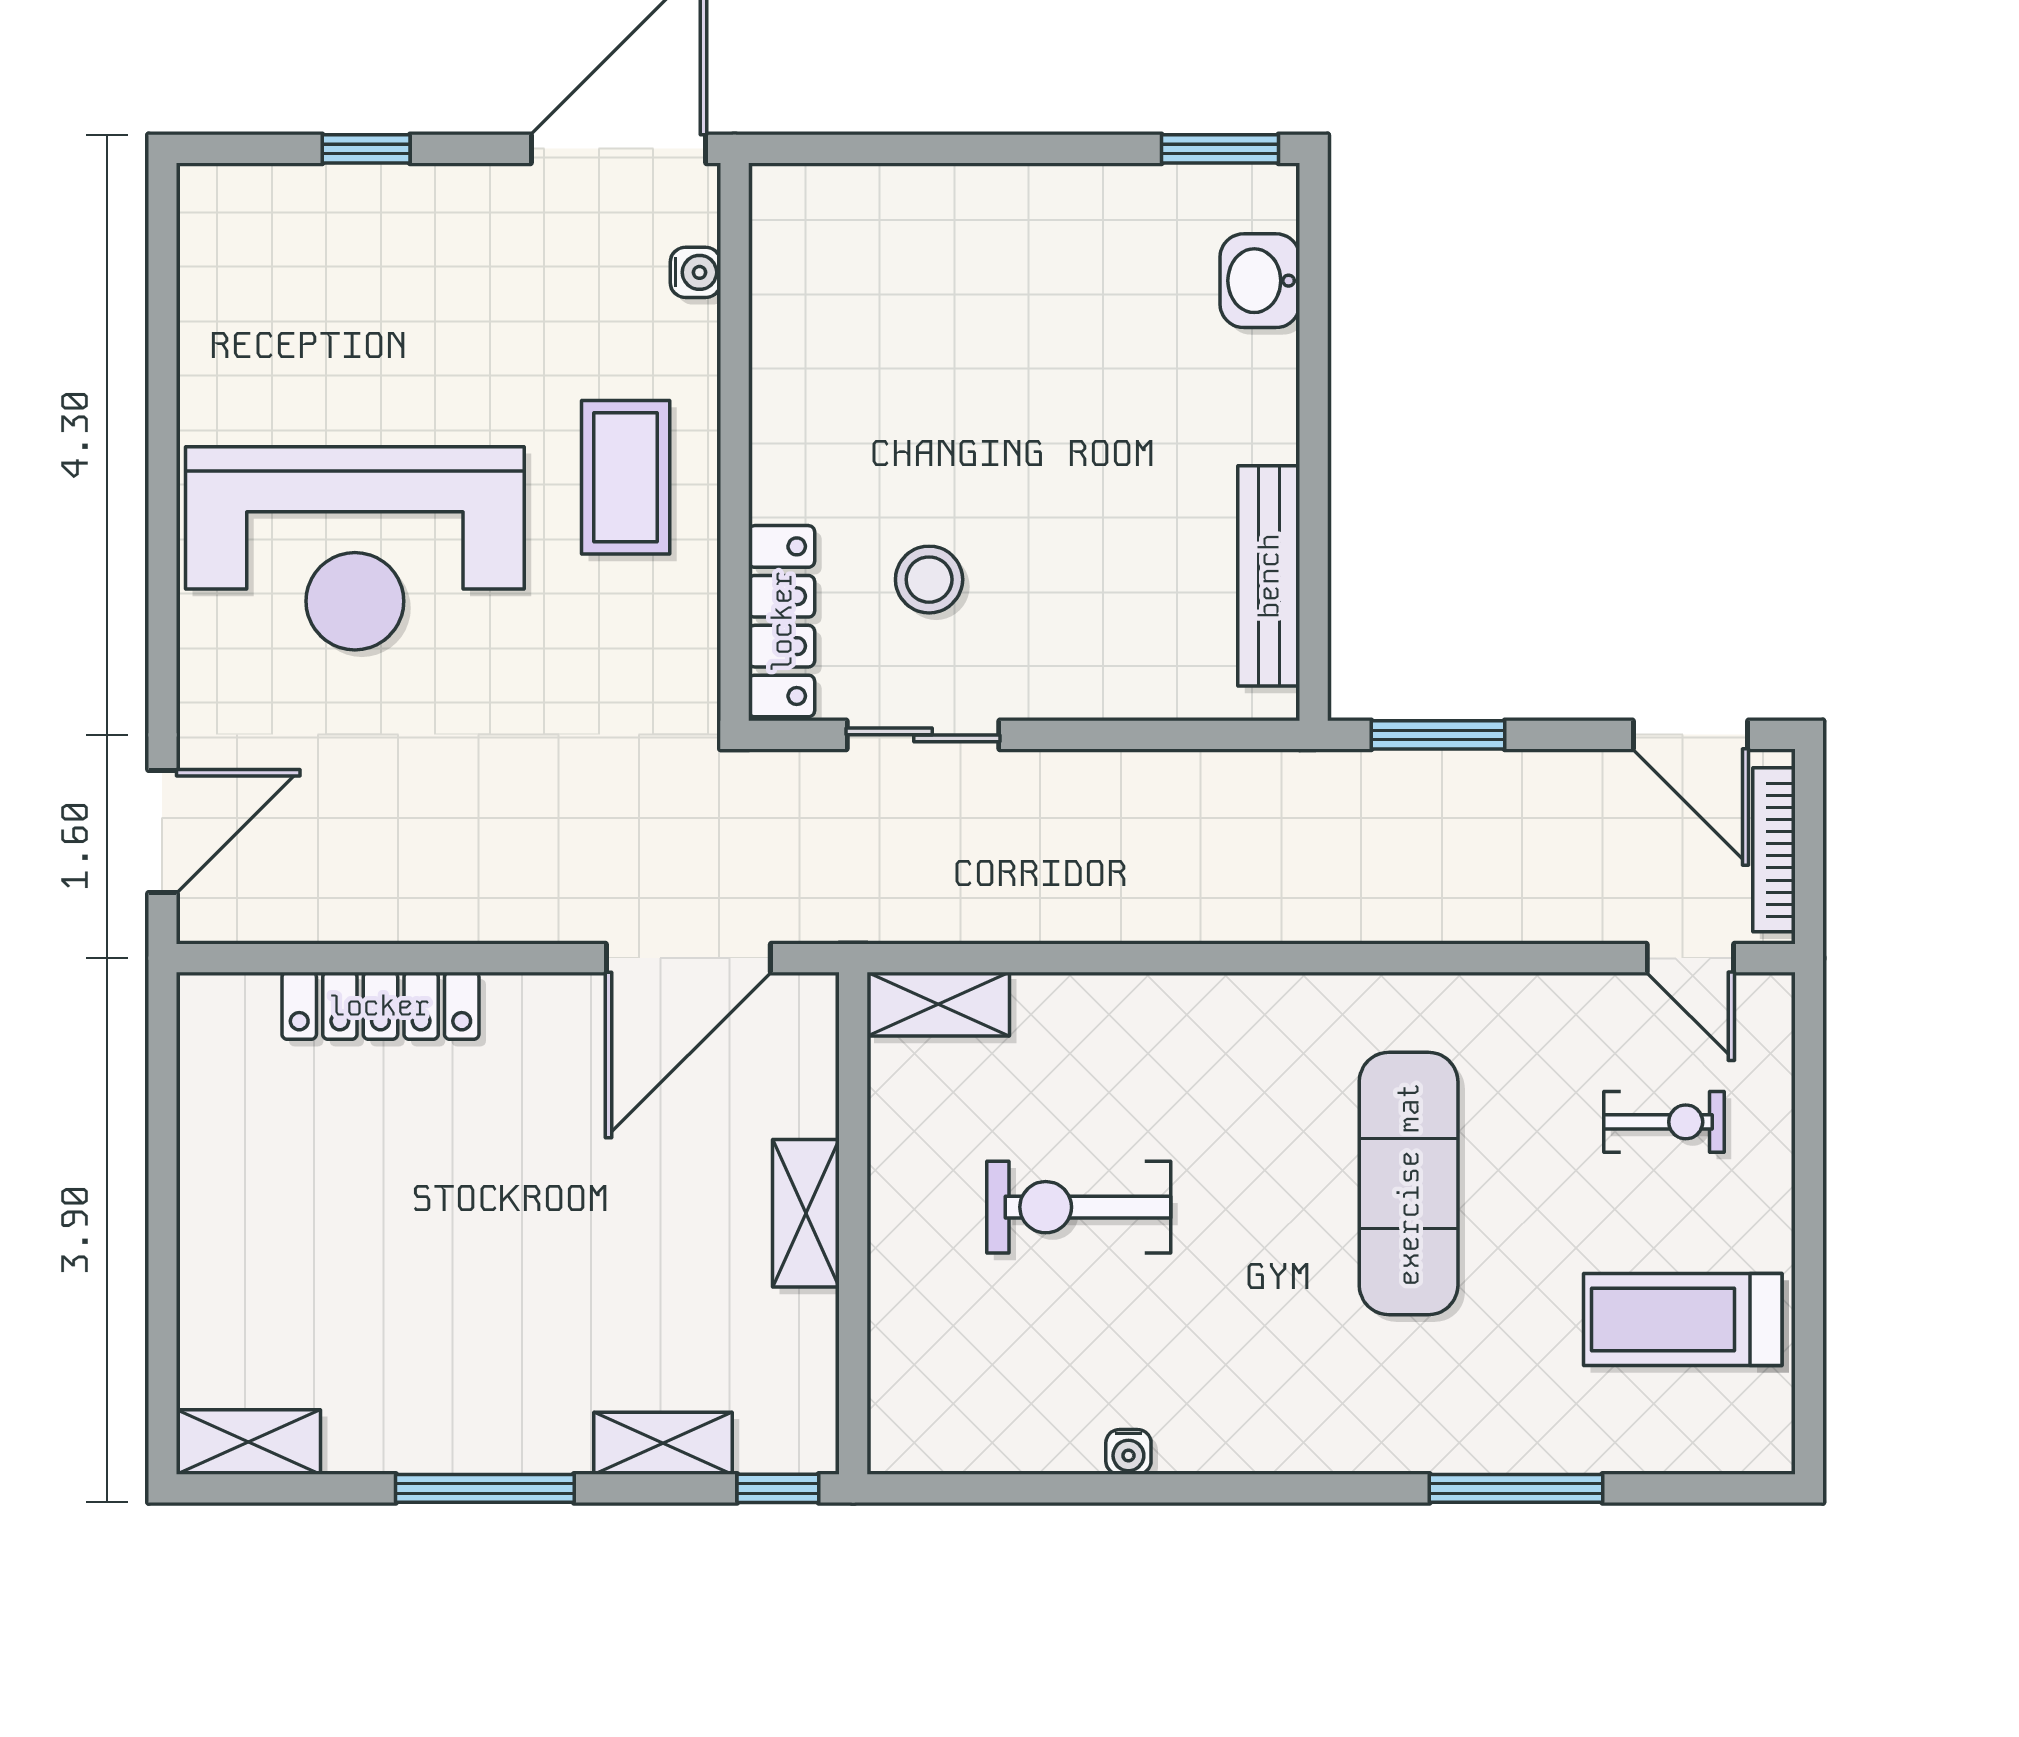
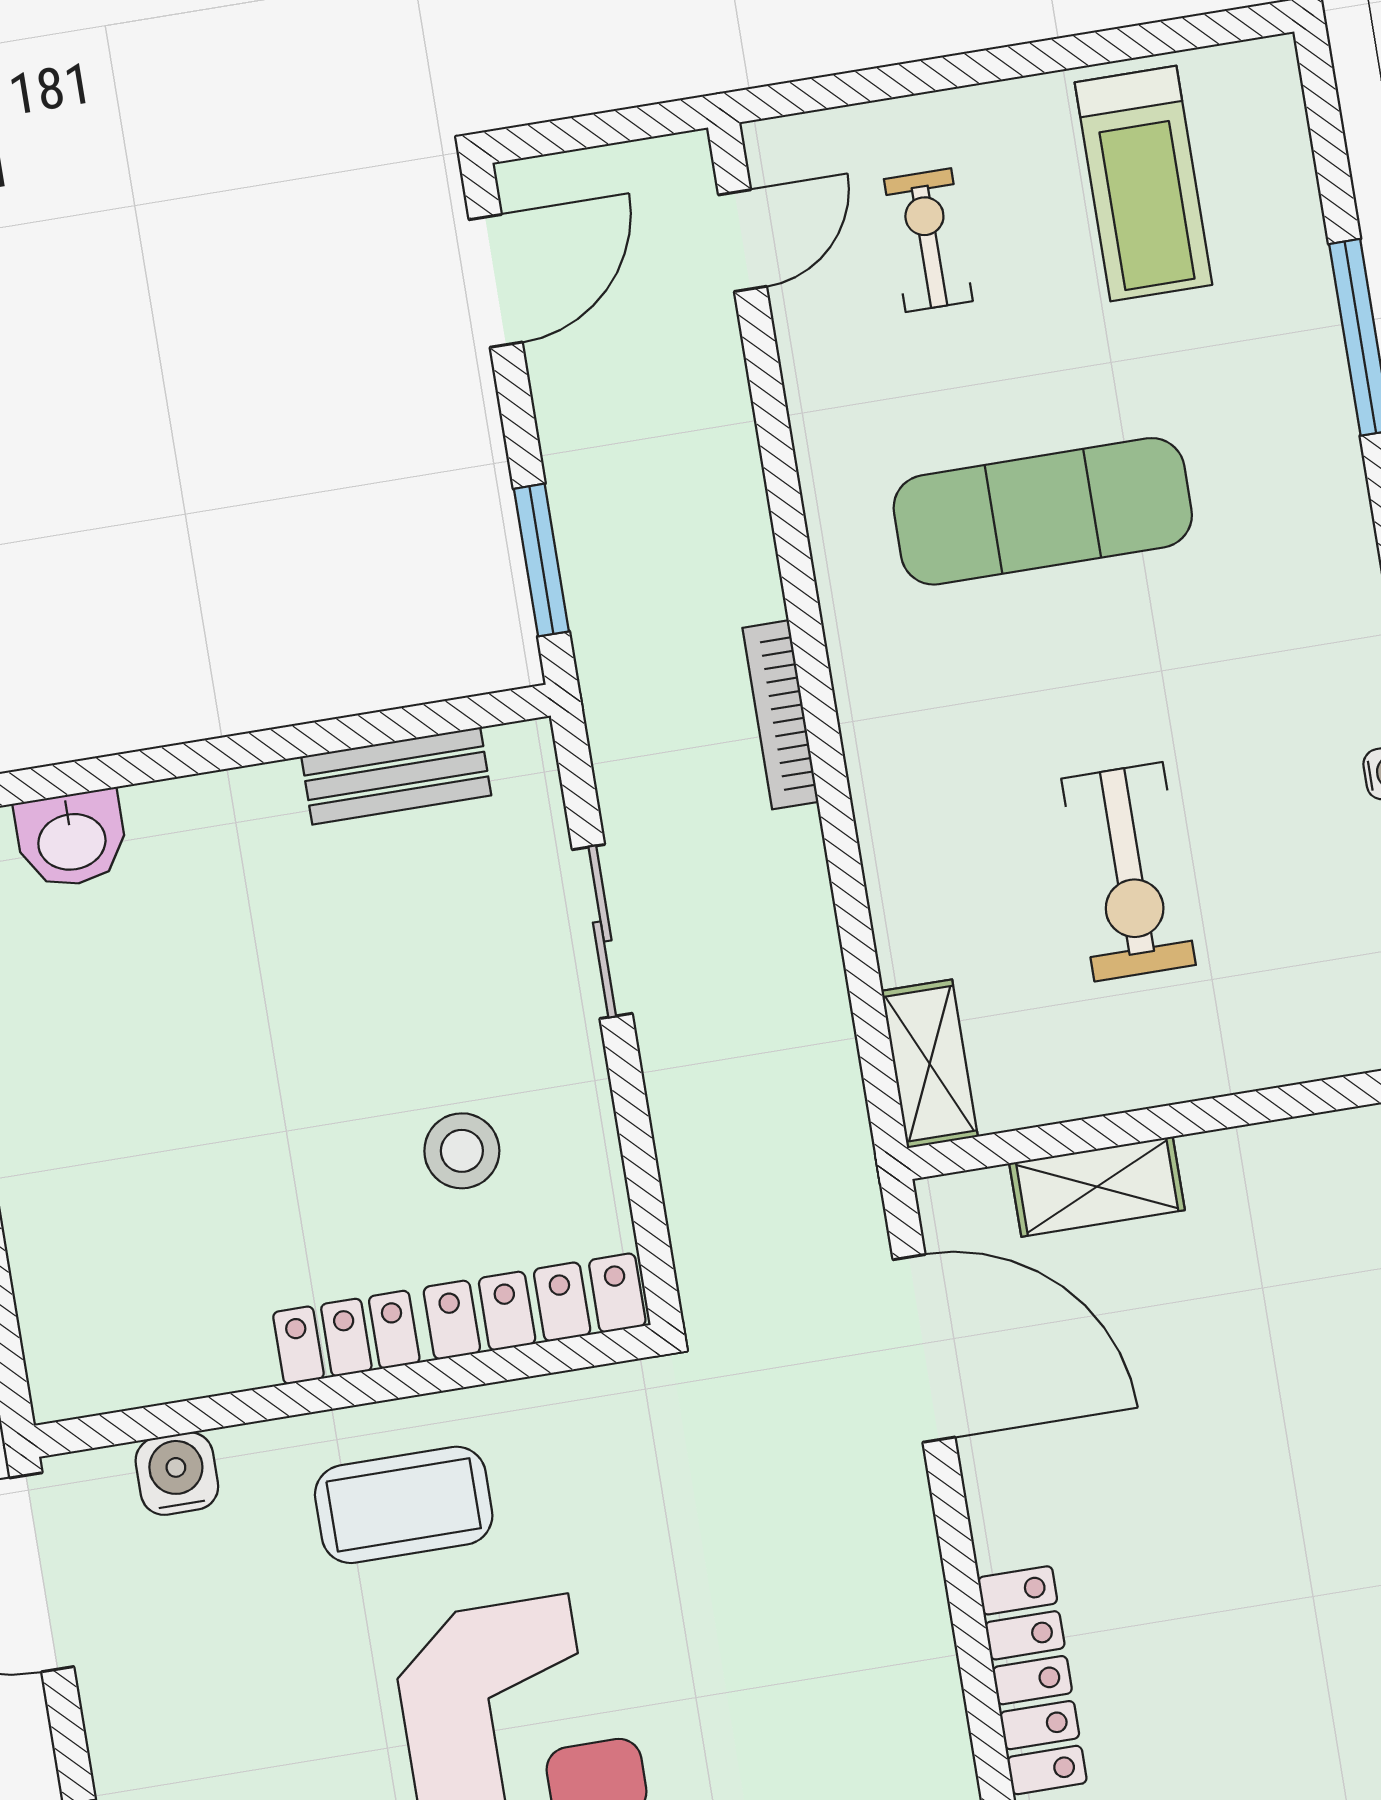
water cooler: (695, 272) -> (177, 1474), width x1.38, depth x1.38
locker: (781, 451) -> (346, 1337), added
bench: (1269, 576) -> (396, 776), width x0.73
sliding door: (923, 735) -> (602, 931), moved
bookcase: (1774, 850) -> (780, 715), moved, turned 90
shelving: (806, 1213) -> (1097, 1187), moved

